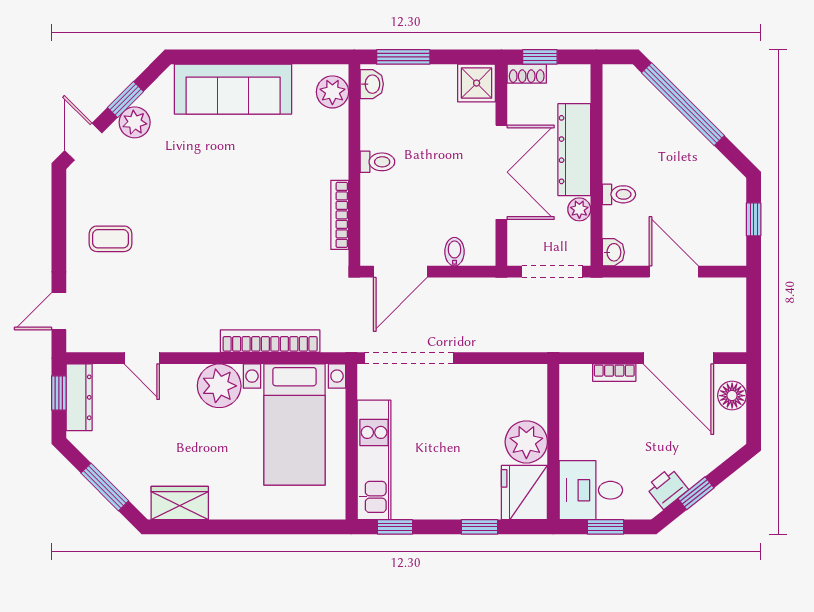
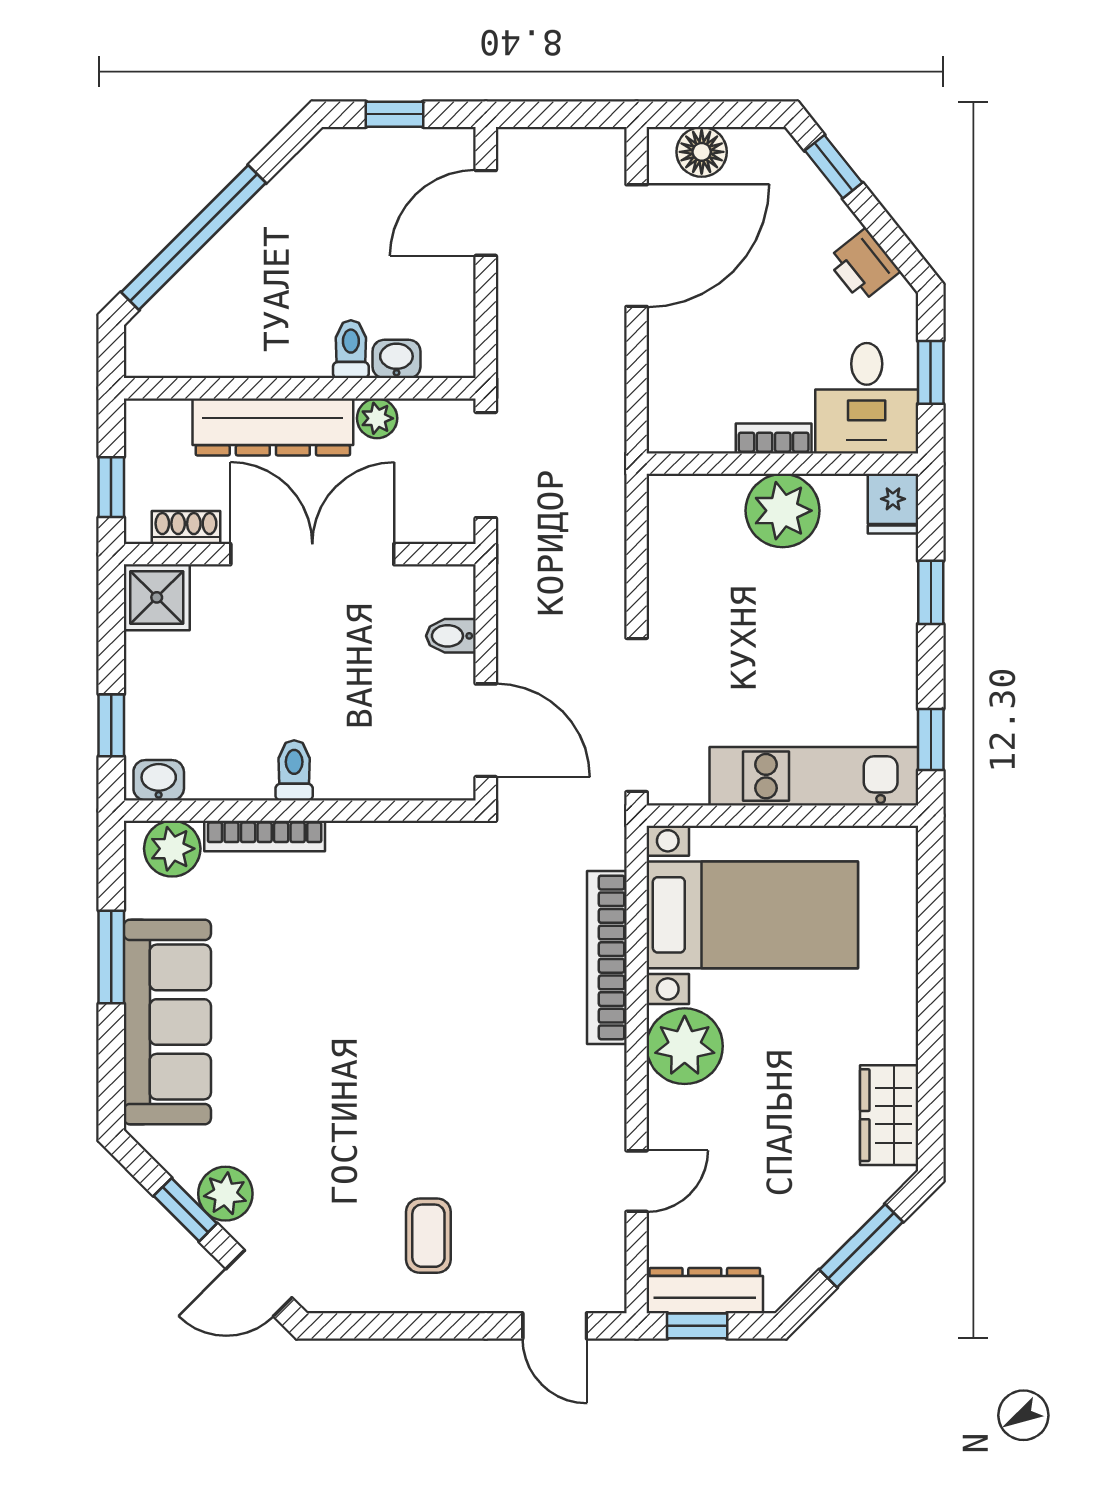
window: (270, 57) -> (111, 957), added
window: (403, 57) -> (111, 725), width x0.67
shoe rack: (527, 74) -> (186, 528), moved, turned -90
bookcase: (340, 215) -> (265, 836), moved
washbasin: (613, 252) -> (396, 359), moved
door: (674, 272) -> (486, 213), moved
bookcase: (614, 373) -> (774, 439), moved, turned -90
fridge: (524, 493) -> (893, 504), width x0.53, depth x0.75
window: (696, 493) -> (834, 167), moved

